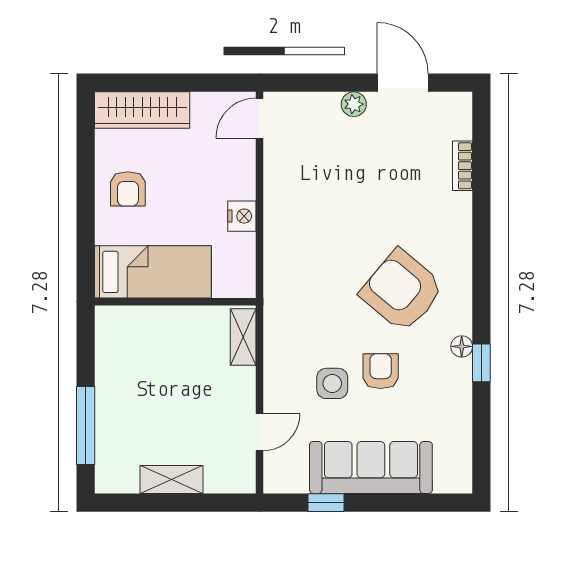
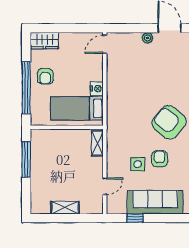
wardrobe: (142, 110) -> (45, 41), width x0.67
window: (86, 215) -> (26, 88), added
bed: (153, 272) -> (77, 108), moved, turned 180
window: (86, 426) -> (26, 159), moved

